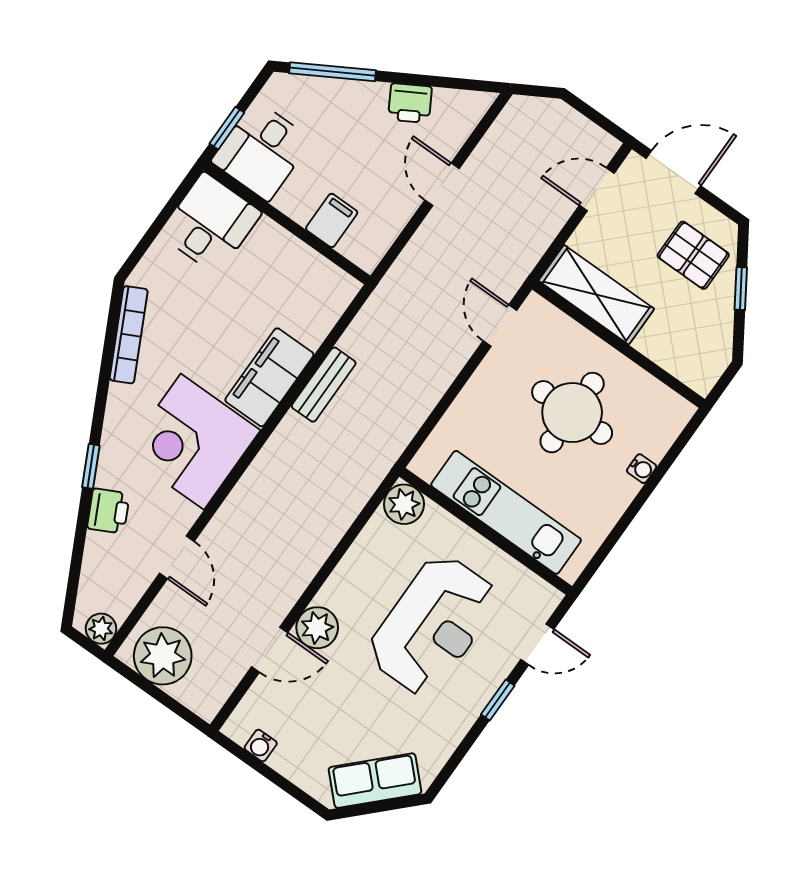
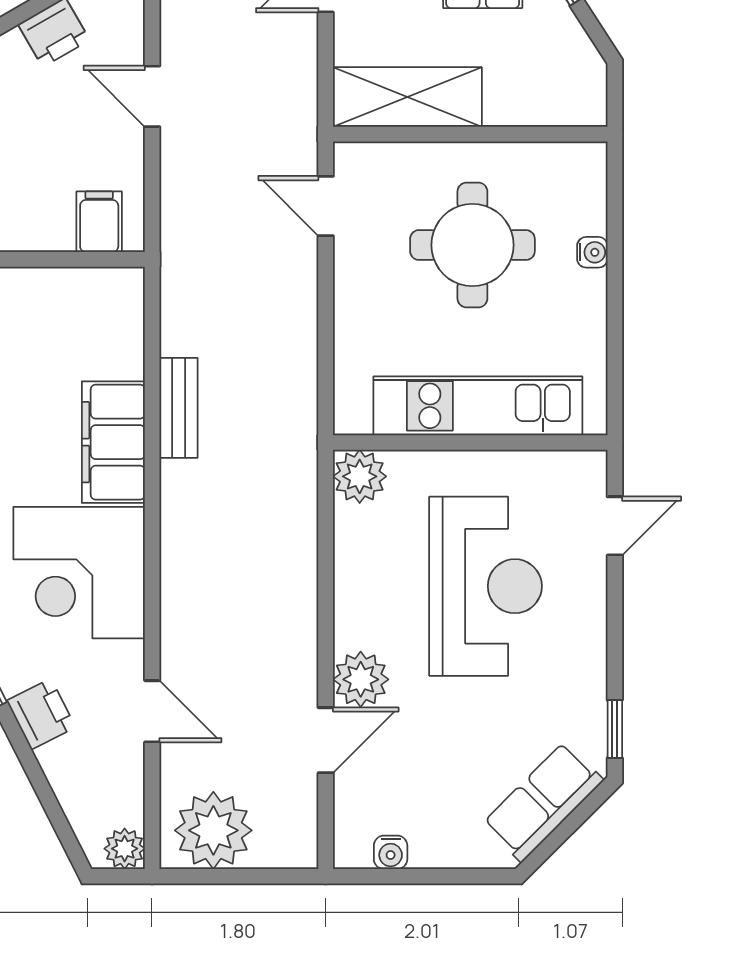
filing cabinet: (332, 220) -> (99, 222), moved
window: (498, 700) -> (615, 729), moved

